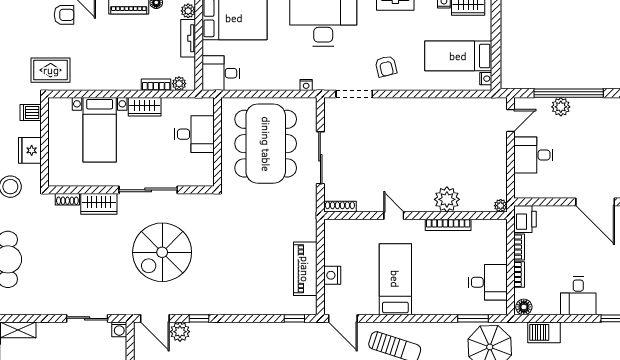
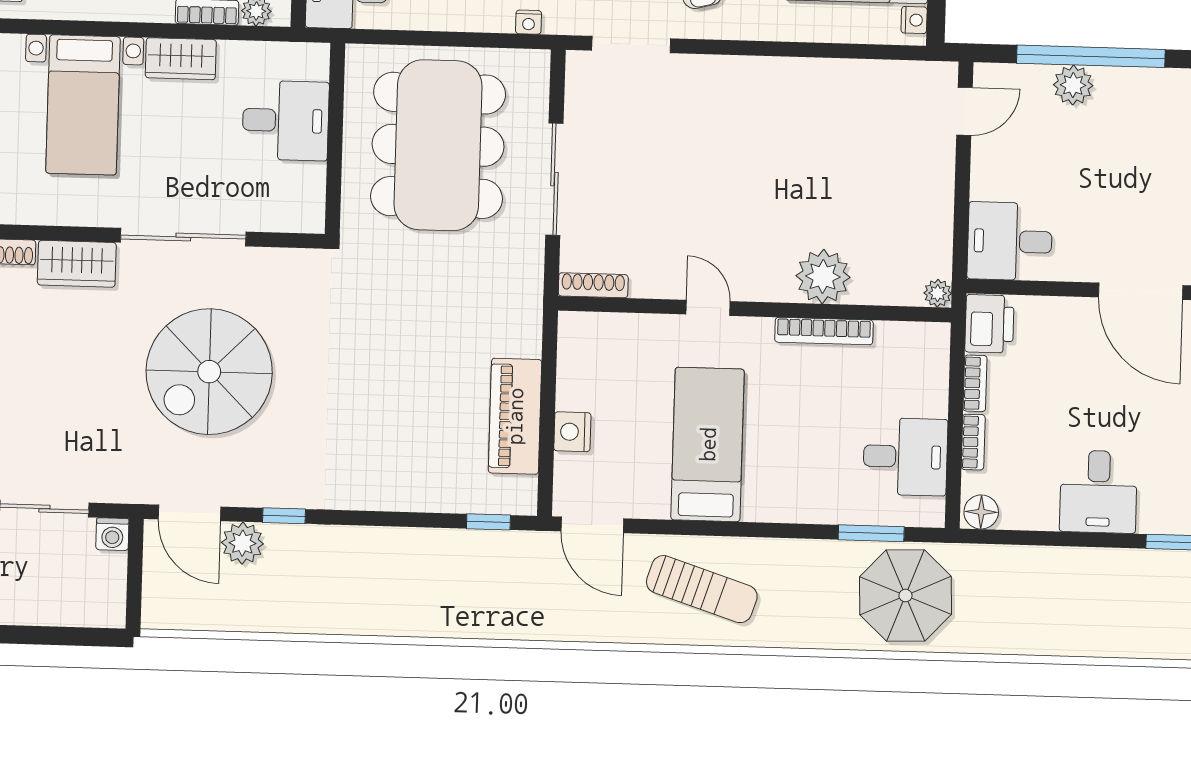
desk: (533, 155) -> (1010, 241), moved
barbecue: (544, 332) -> (1023, 568), removed

